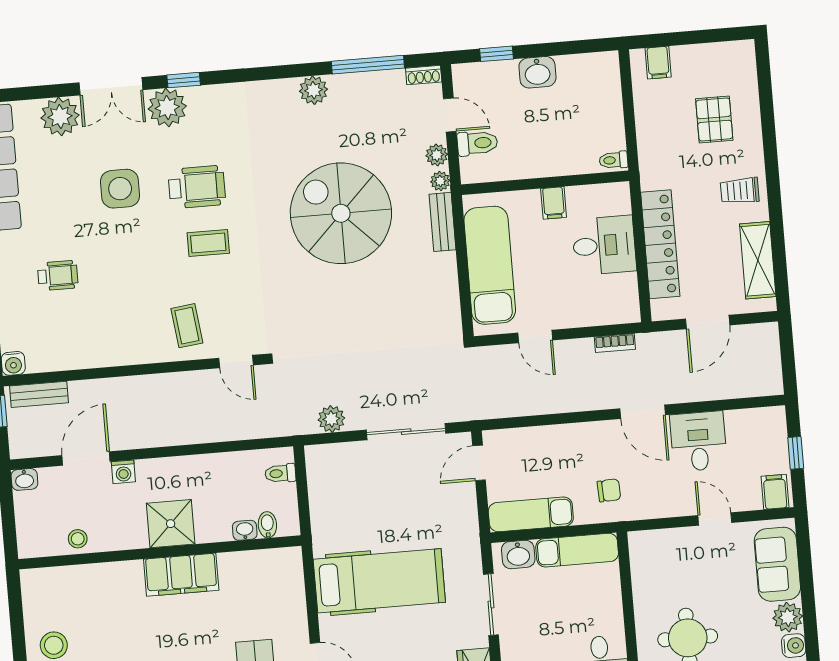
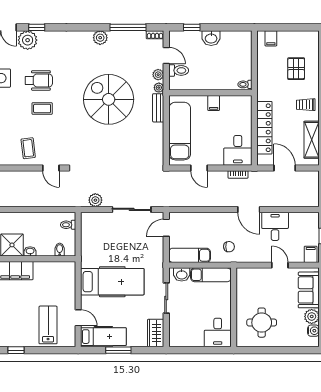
desk: (604, 245) -> (238, 150), moved, turned 90
door: (708, 322) -> (285, 168), swing flipped
washbasin: (245, 530) -> (30, 251), moved

